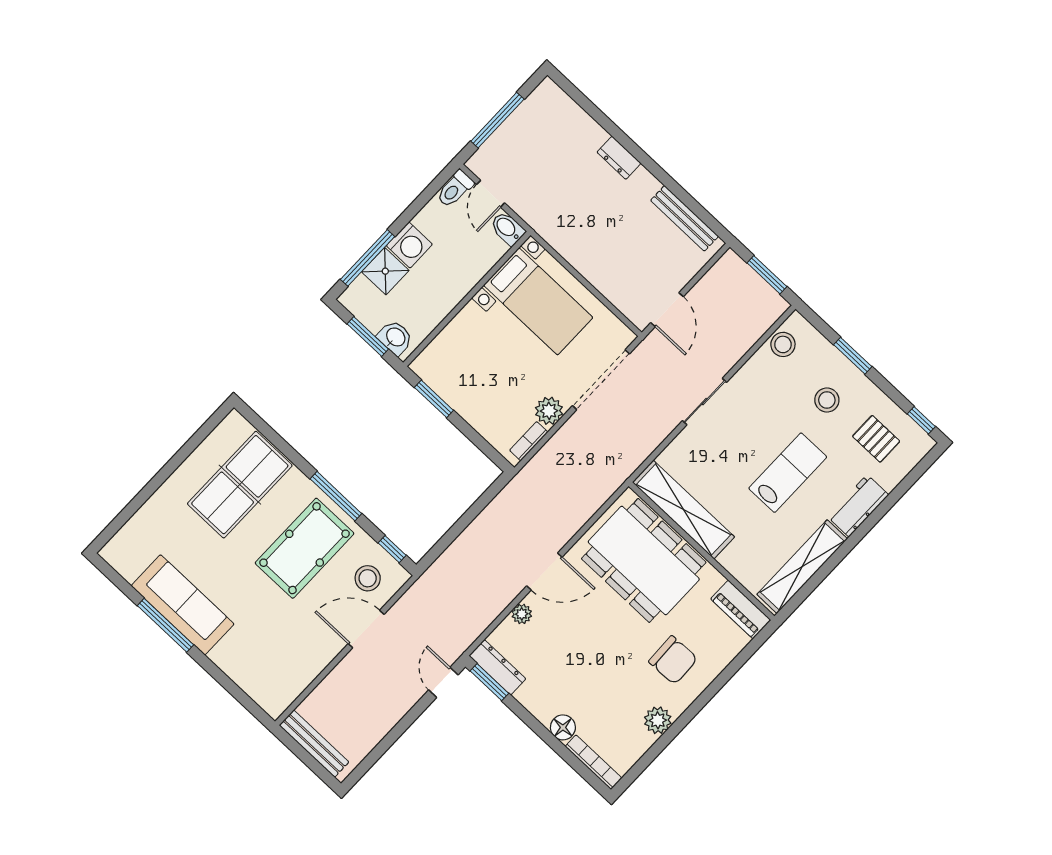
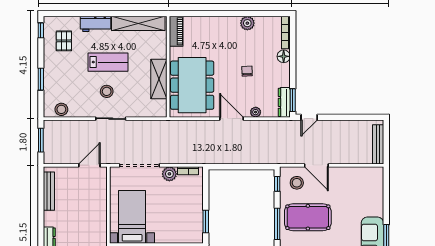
stool: (827, 400) -> (107, 91), moved
lab bench: (788, 473) -> (108, 62), turned 180
shelving: (683, 510) -> (159, 79), width x0.68
chair: (673, 660) -> (247, 71), moved, width x0.54, depth x0.54

